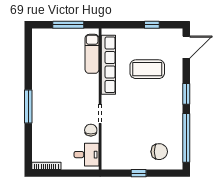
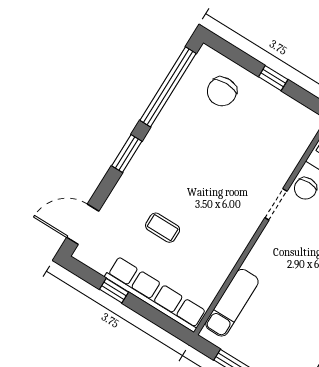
row of seats: (108, 65) -> (156, 294), moved, turned 90
coffee table: (147, 69) -> (163, 228), width x0.54, depth x0.58
chair: (159, 152) -> (222, 91), turned -90

